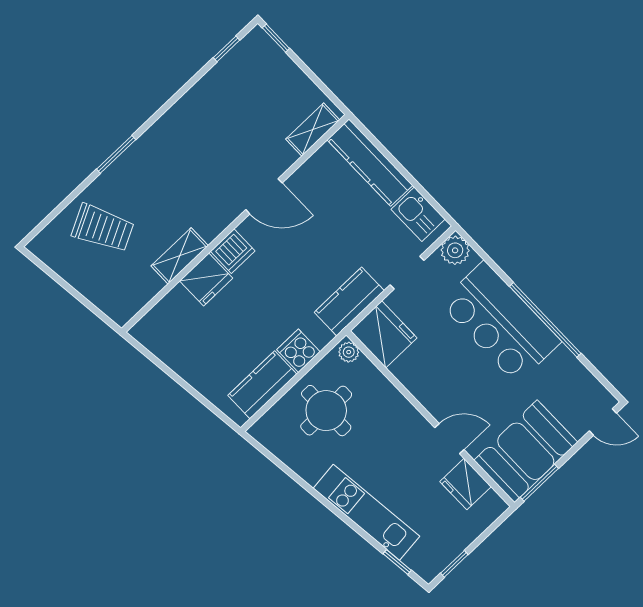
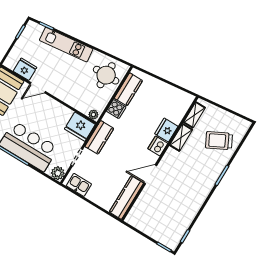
shelving: (313, 130) -> (194, 115), moved
kitchen counter: (370, 163) -> (126, 198), moved, turned -90
round table: (326, 411) -> (106, 75), moved

